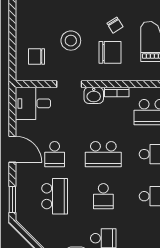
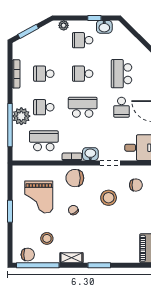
chair: (110, 52) -> (75, 178), moved
school desk: (55, 154) -> (121, 107), turned 180
school desk: (103, 196) -> (83, 74), turned -90

